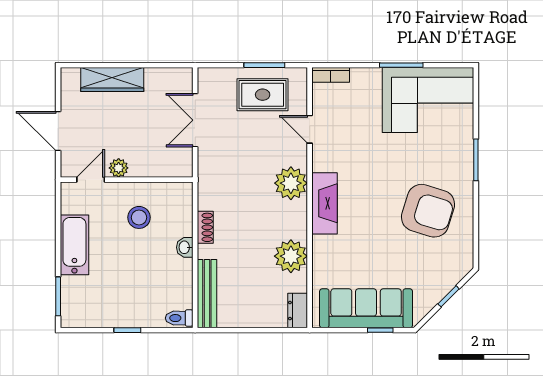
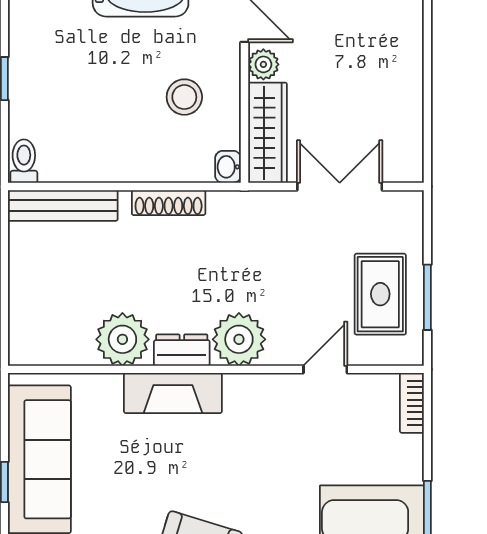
wardrobe: (112, 80) -> (268, 133), moved, turned 180
fireplace: (325, 203) -> (173, 393), moved
shoe rack: (205, 227) -> (169, 203), width x1.43
washbasin: (185, 247) -> (228, 167), moved, turned -90
dresser: (298, 311) -> (182, 350), moved

